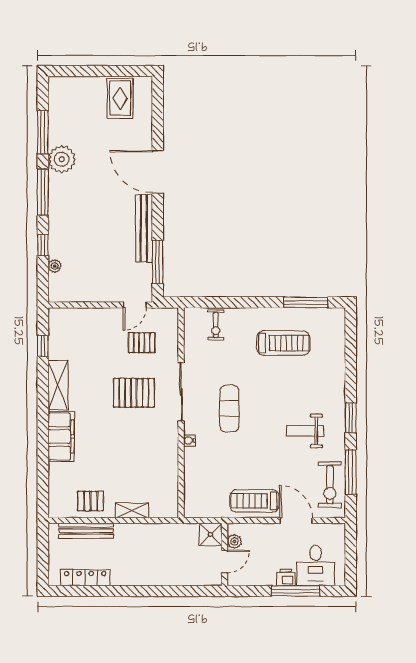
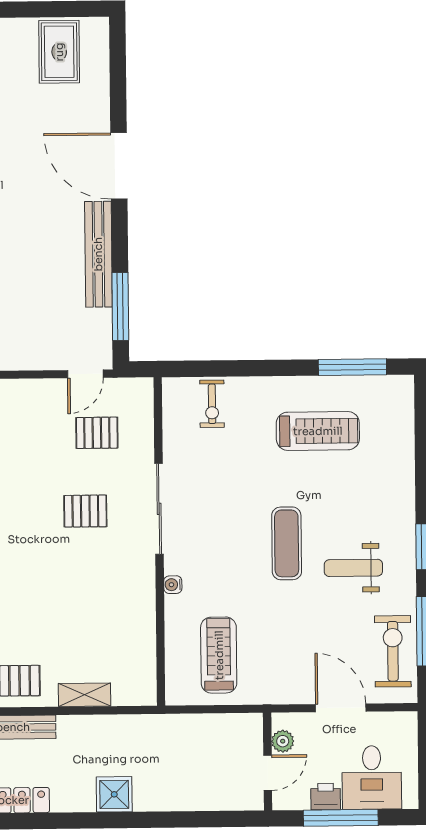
pallet: (134, 393) -> (85, 511), width x0.67, depth x0.71
exercise mat: (229, 409) -> (287, 543), moved
exercise bike: (330, 485) -> (393, 651), turned 180
treadmill: (254, 501) -> (219, 655), moved, turned 90
shower: (211, 535) -> (114, 794), moved
plant: (234, 542) -> (283, 741), moved
wall: (225, 554) -> (268, 762), moved
door: (225, 562) -> (268, 773), moved

